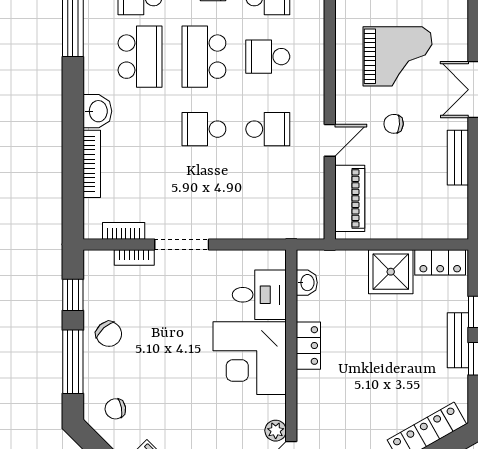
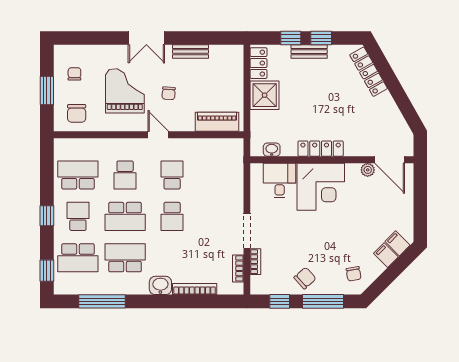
door: (330, 140) -> (158, 135), moved
locker: (308, 346) -> (321, 149), width x1.53

